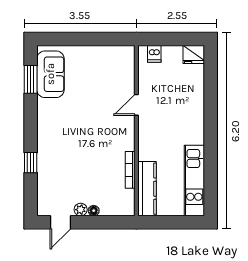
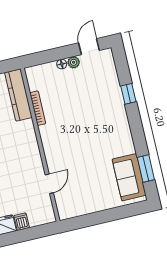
dishwasher: (154, 54) -> (22, 222), moved
door: (136, 105) -> (49, 184), moved

